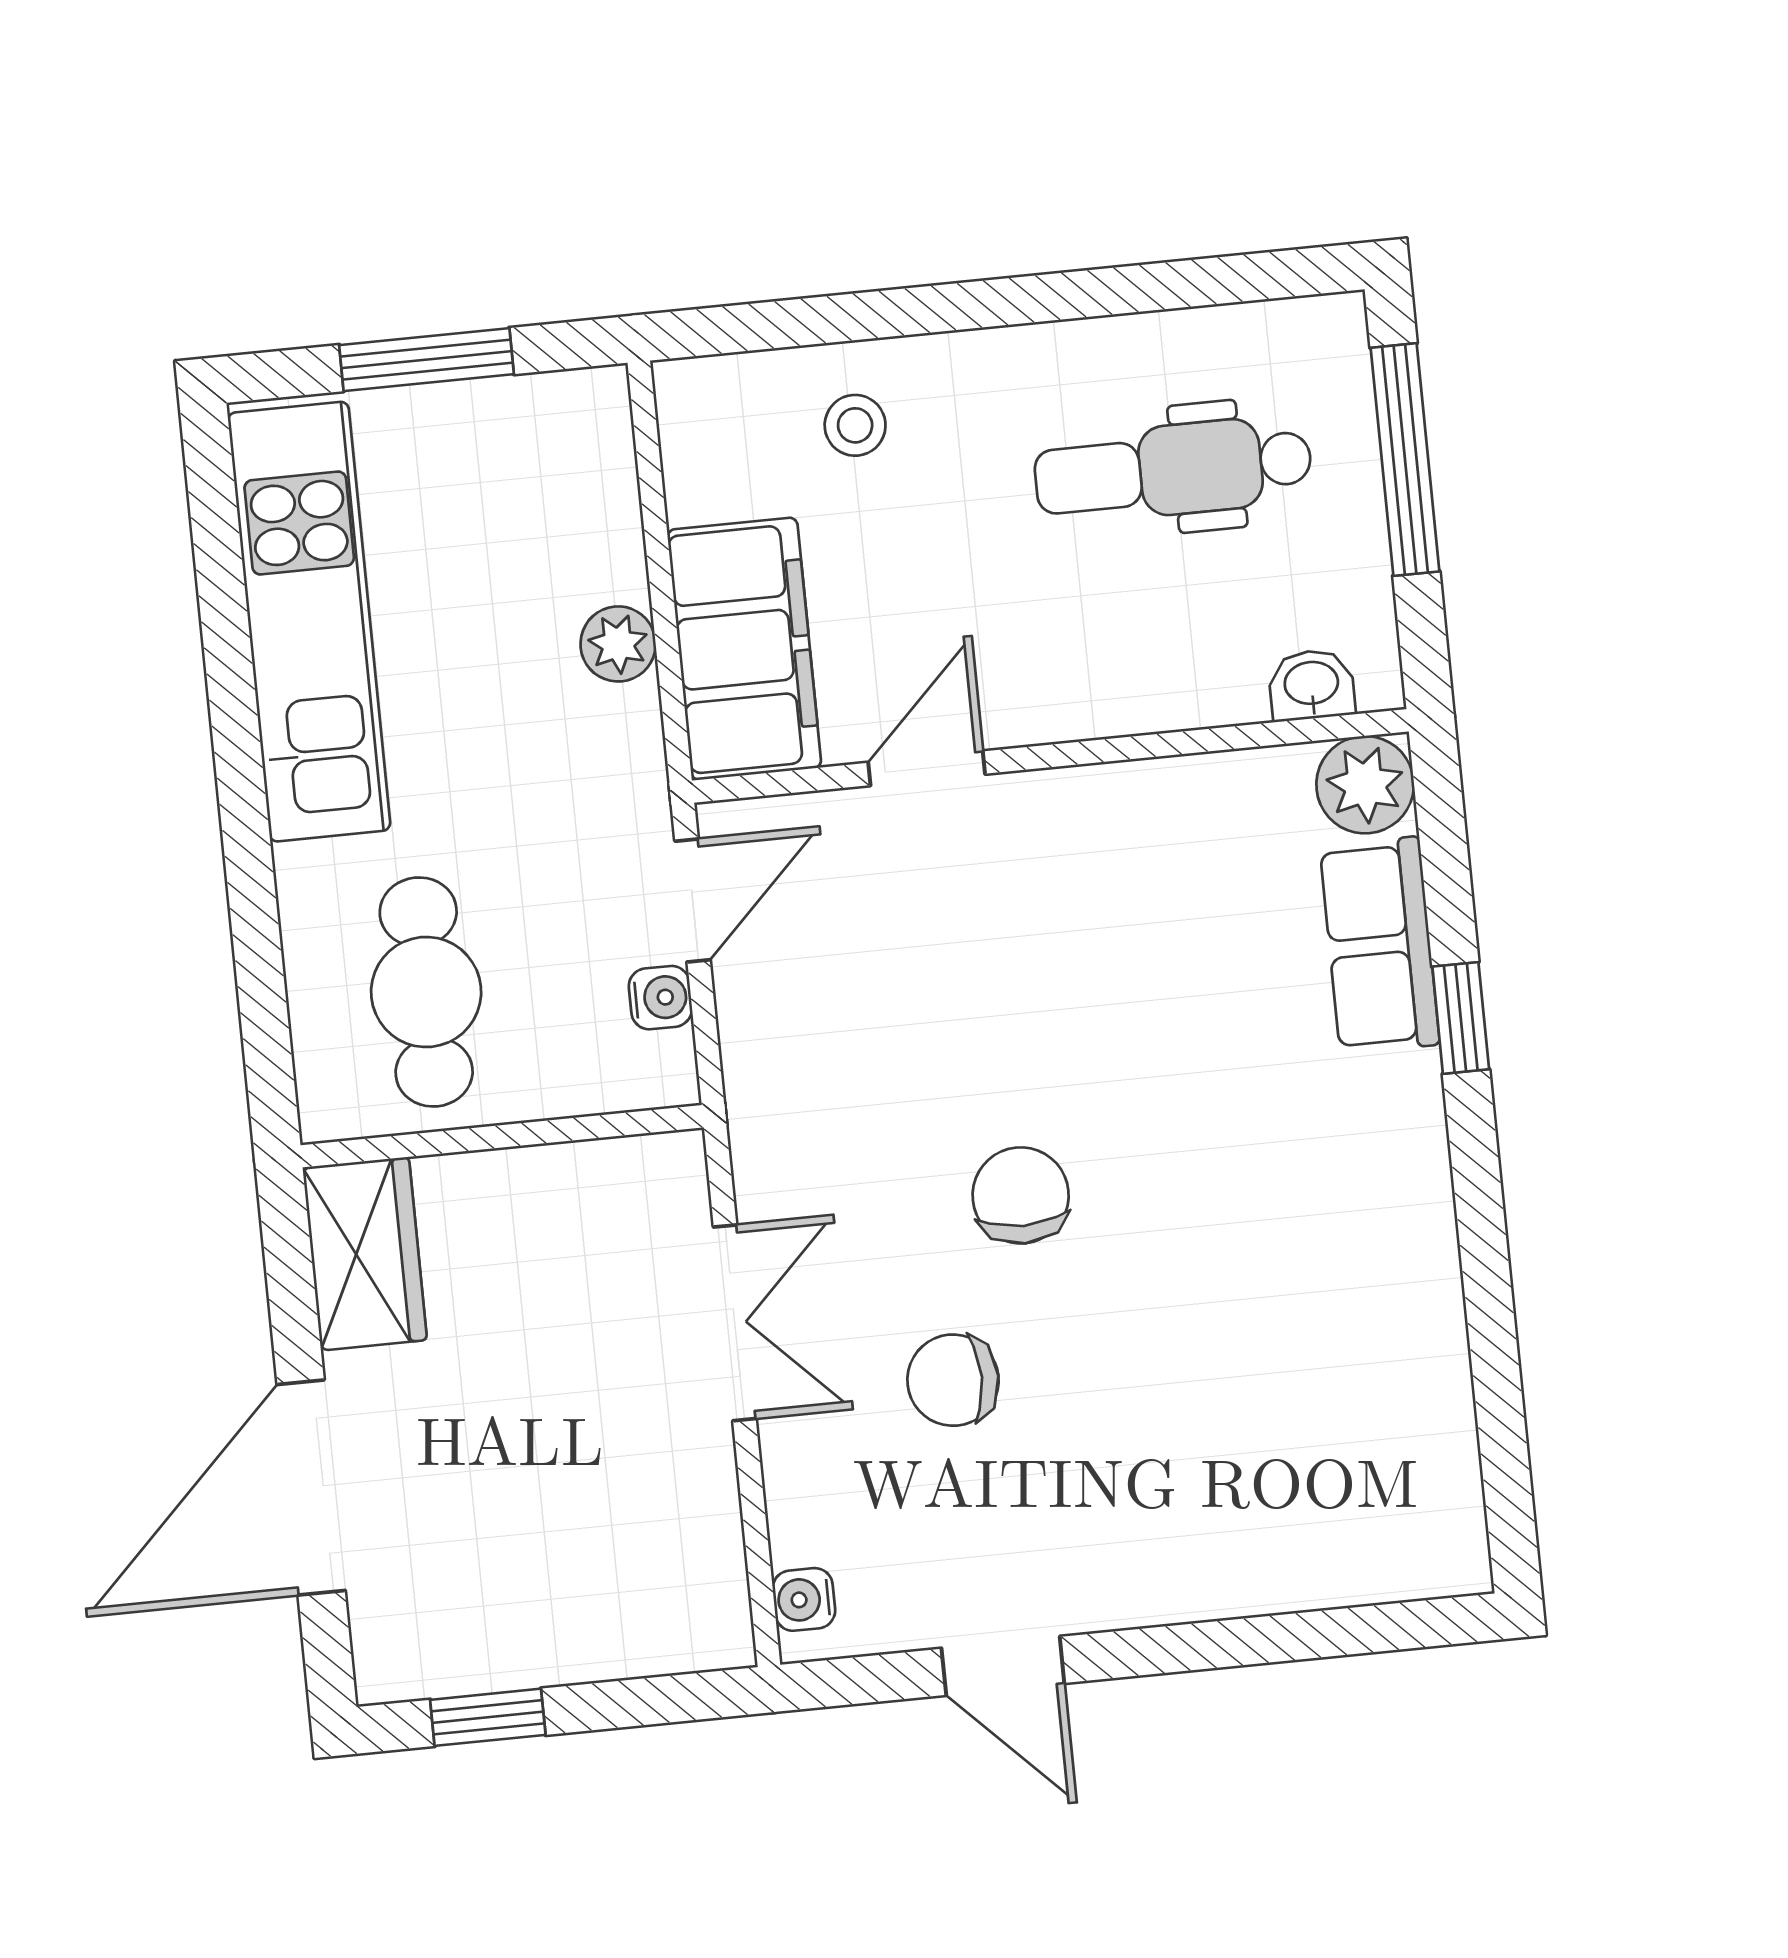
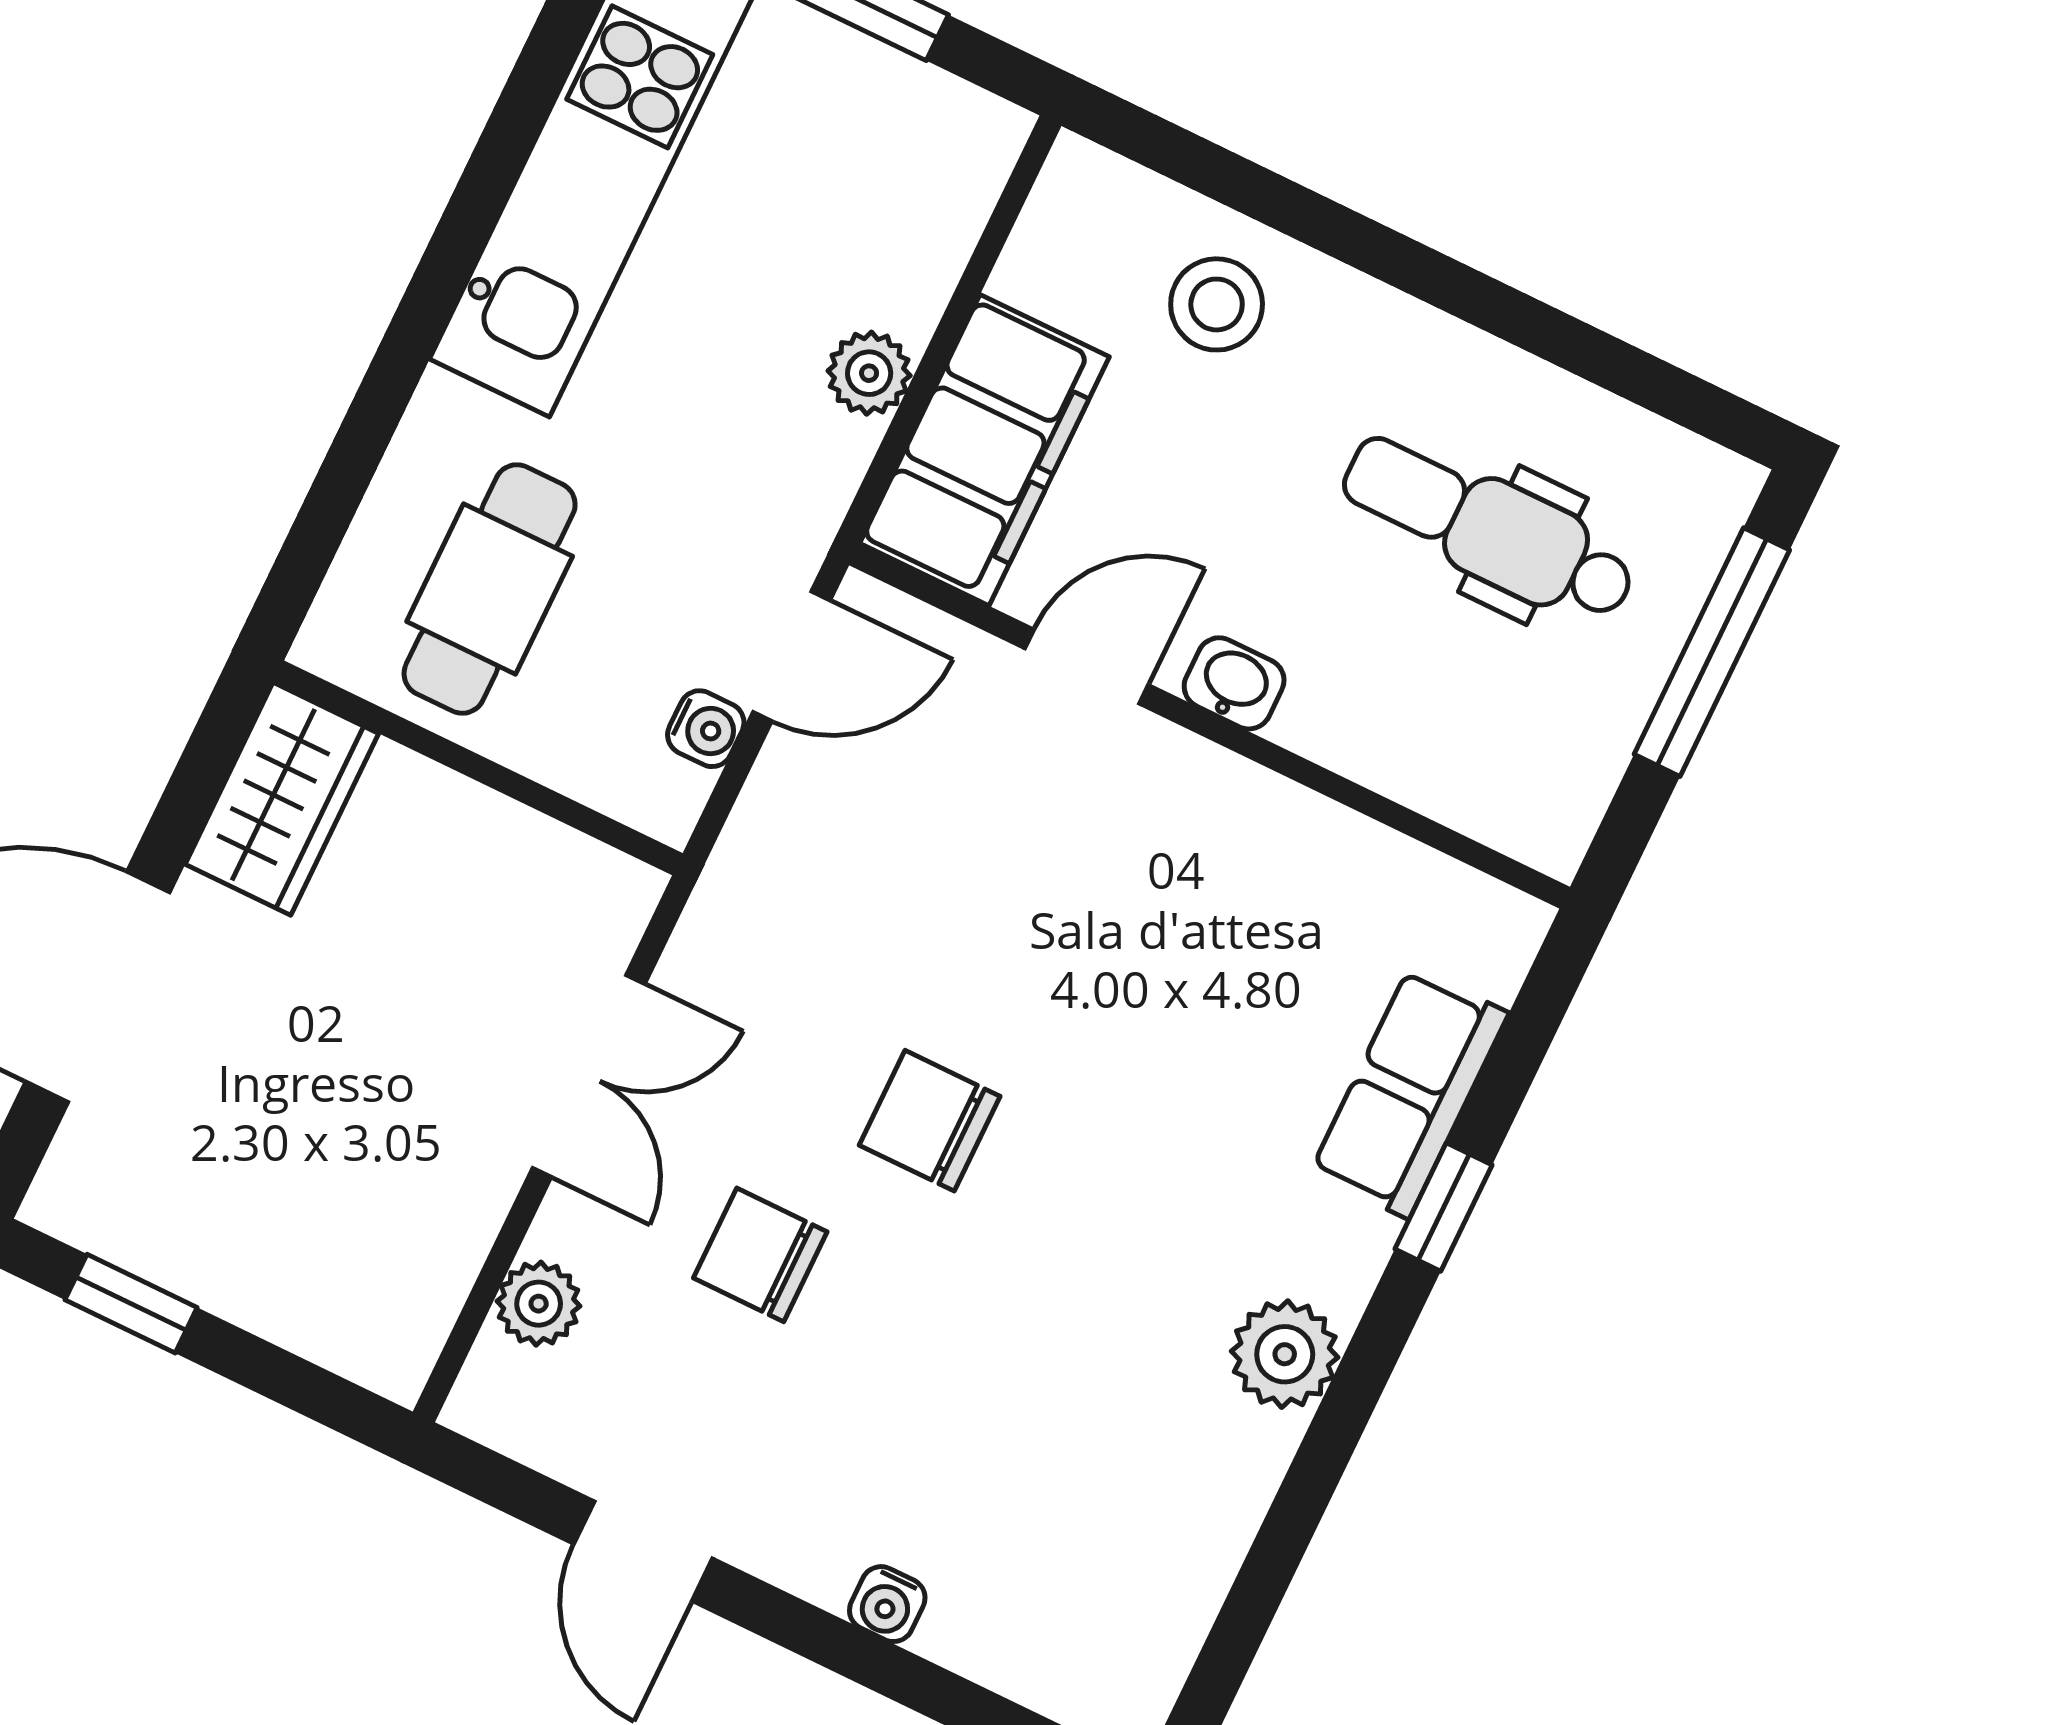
stool: (855, 425) -> (1217, 304), width x1.37, depth x1.37
washbasin: (1311, 685) -> (1234, 683), moved
plant: (1365, 785) -> (1285, 1354), moved
chair: (1021, 1195) -> (930, 1121), turned -90
plant: (804, 1523) -> (539, 1304), added
water cooler: (804, 1599) -> (887, 1604), moved, turned -90

